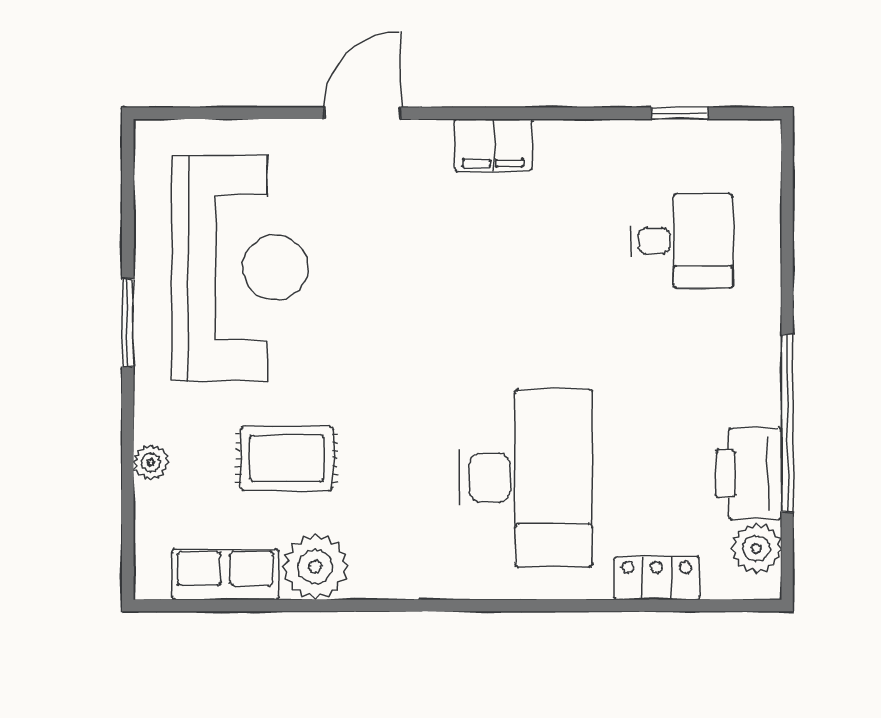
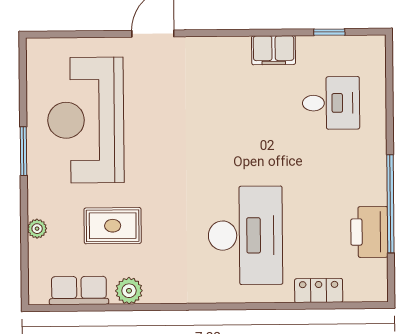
filing cabinet: (493, 145) -> (274, 50), moved
reception desk: (240, 268) -> (86, 120), turned 180
plant: (756, 548) -> (374, 273), removed
plant: (315, 567) -> (129, 291), width x0.73, depth x0.73

